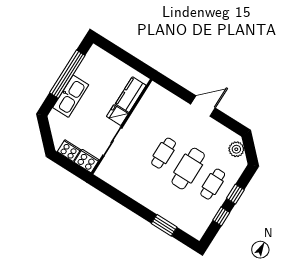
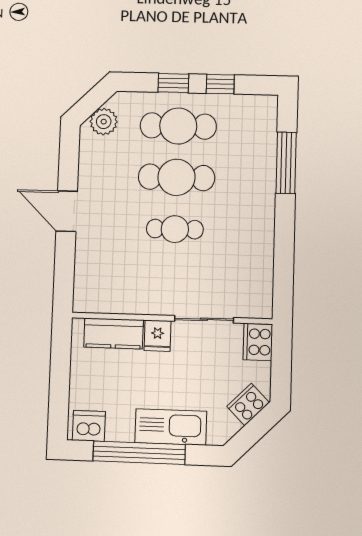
dishwasher: (94, 58) -> (89, 426), added
cooker: (69, 151) -> (248, 405), moved, turned 45
cafe table: (213, 184) -> (178, 126), width x1.37, depth x1.35
window: (164, 225) -> (286, 163), width x1.44

